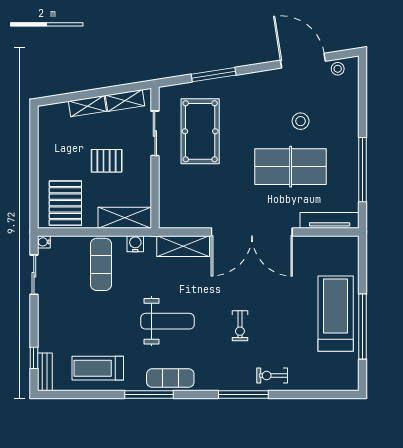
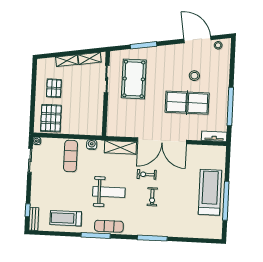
pallet: (107, 161) -> (54, 88), moved, turned 90
shelving: (125, 218) -> (86, 129), removed
tv unit: (330, 220) -> (214, 136), width x0.71
exercise bike: (272, 376) -> (147, 174), moved

